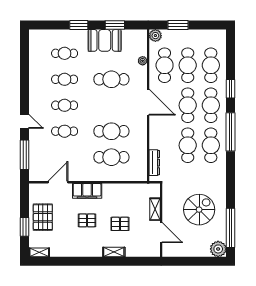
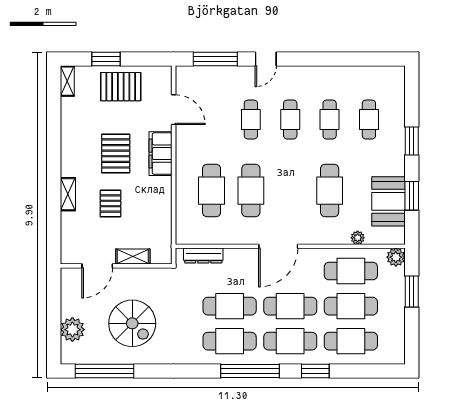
booth: (105, 40) -> (389, 201), moved
door: (148, 102) -> (278, 246), moved
pallet: (87, 220) -> (116, 153), width x1.50, depth x1.42
plant: (218, 249) -> (72, 330), moved

